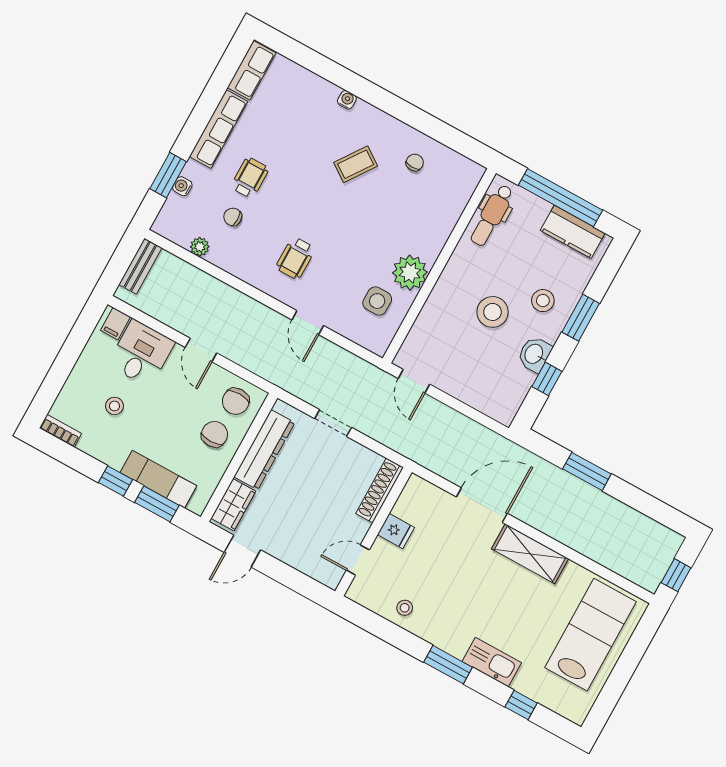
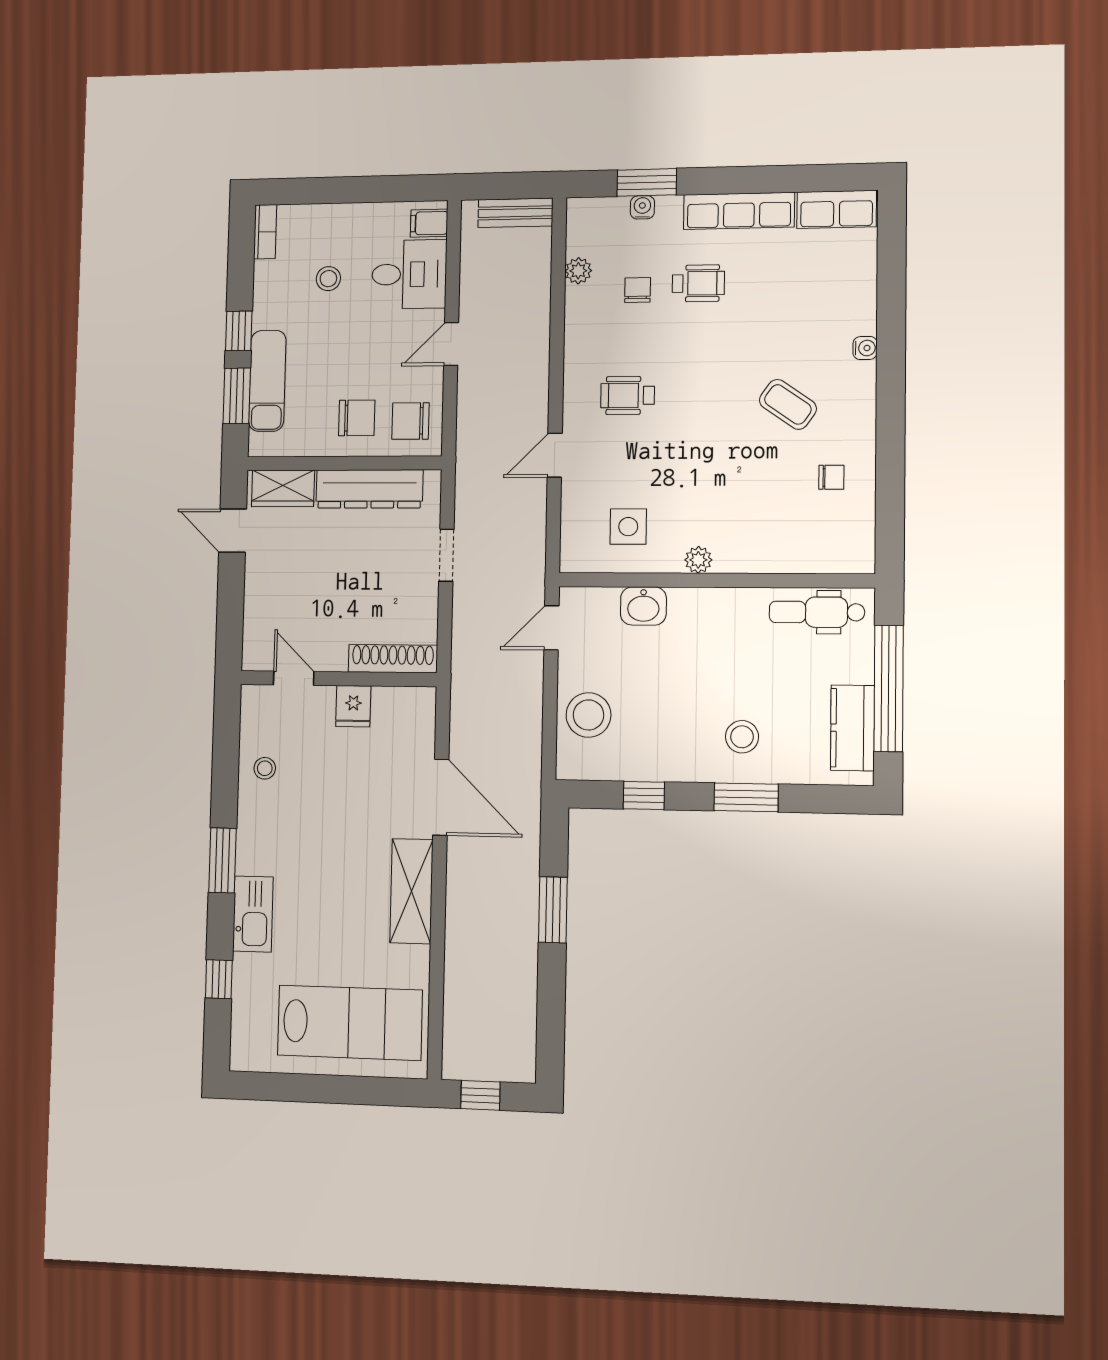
plant: (410, 273) -> (698, 560), width x0.53, depth x0.53
stool: (493, 312) -> (588, 715), moved
washbasin: (534, 354) -> (643, 606), moved, turned 180

